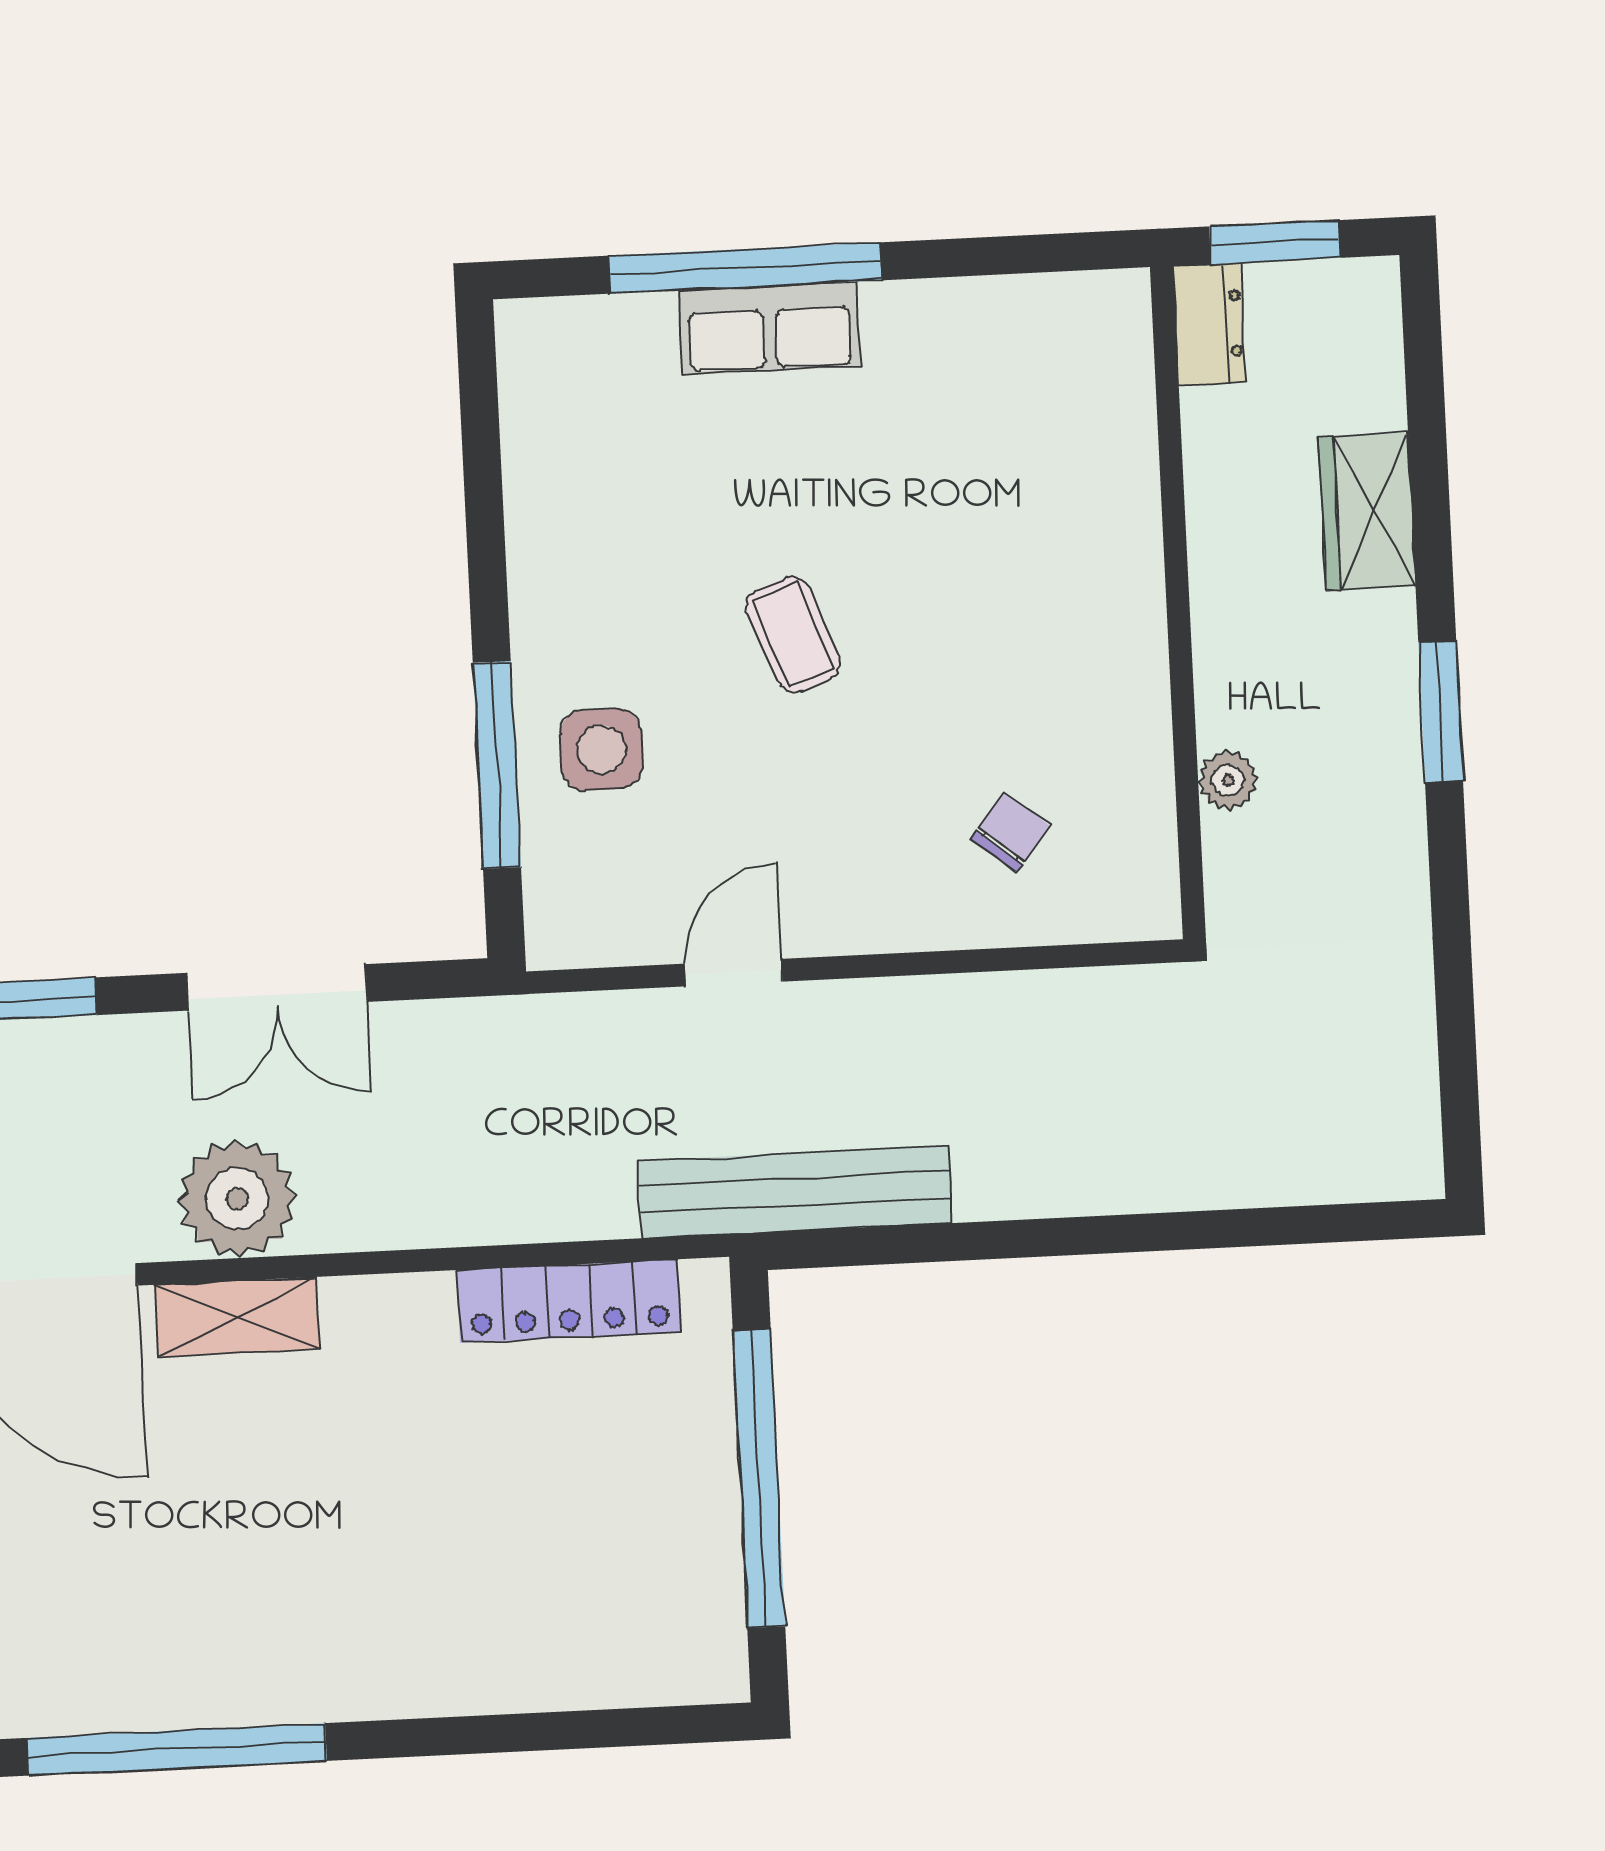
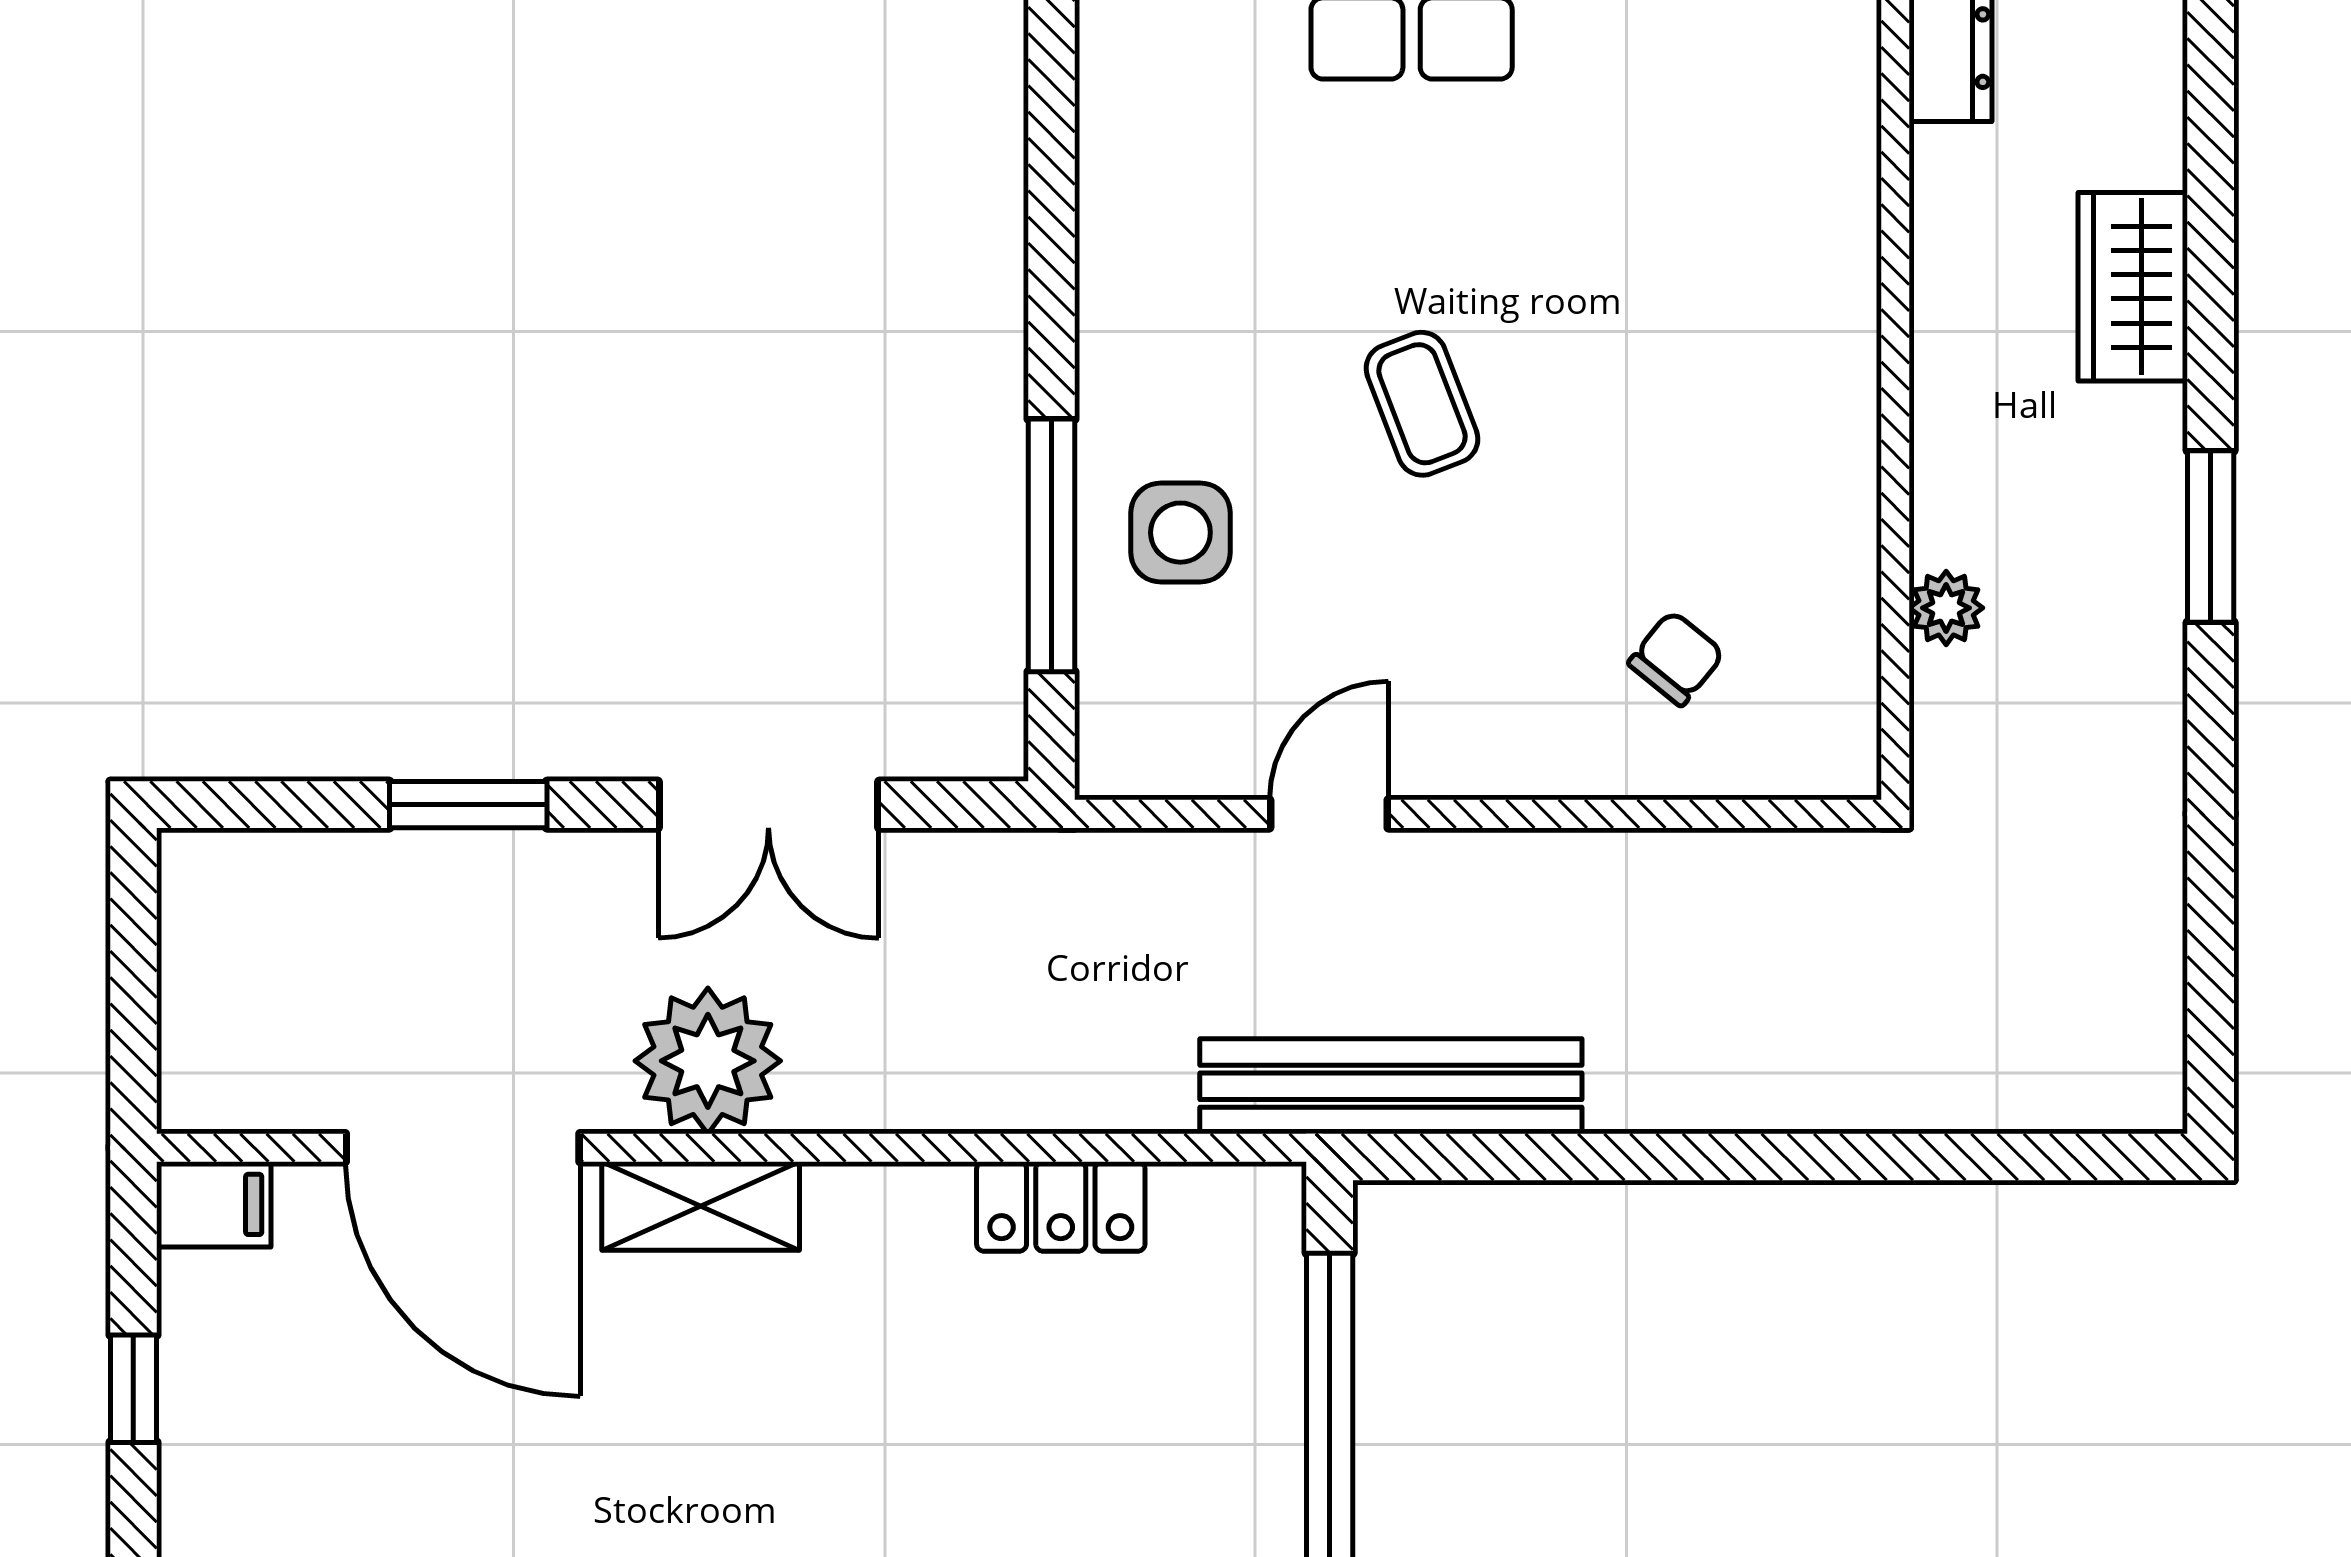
locker: (569, 1301) -> (1061, 1206), width x0.66

